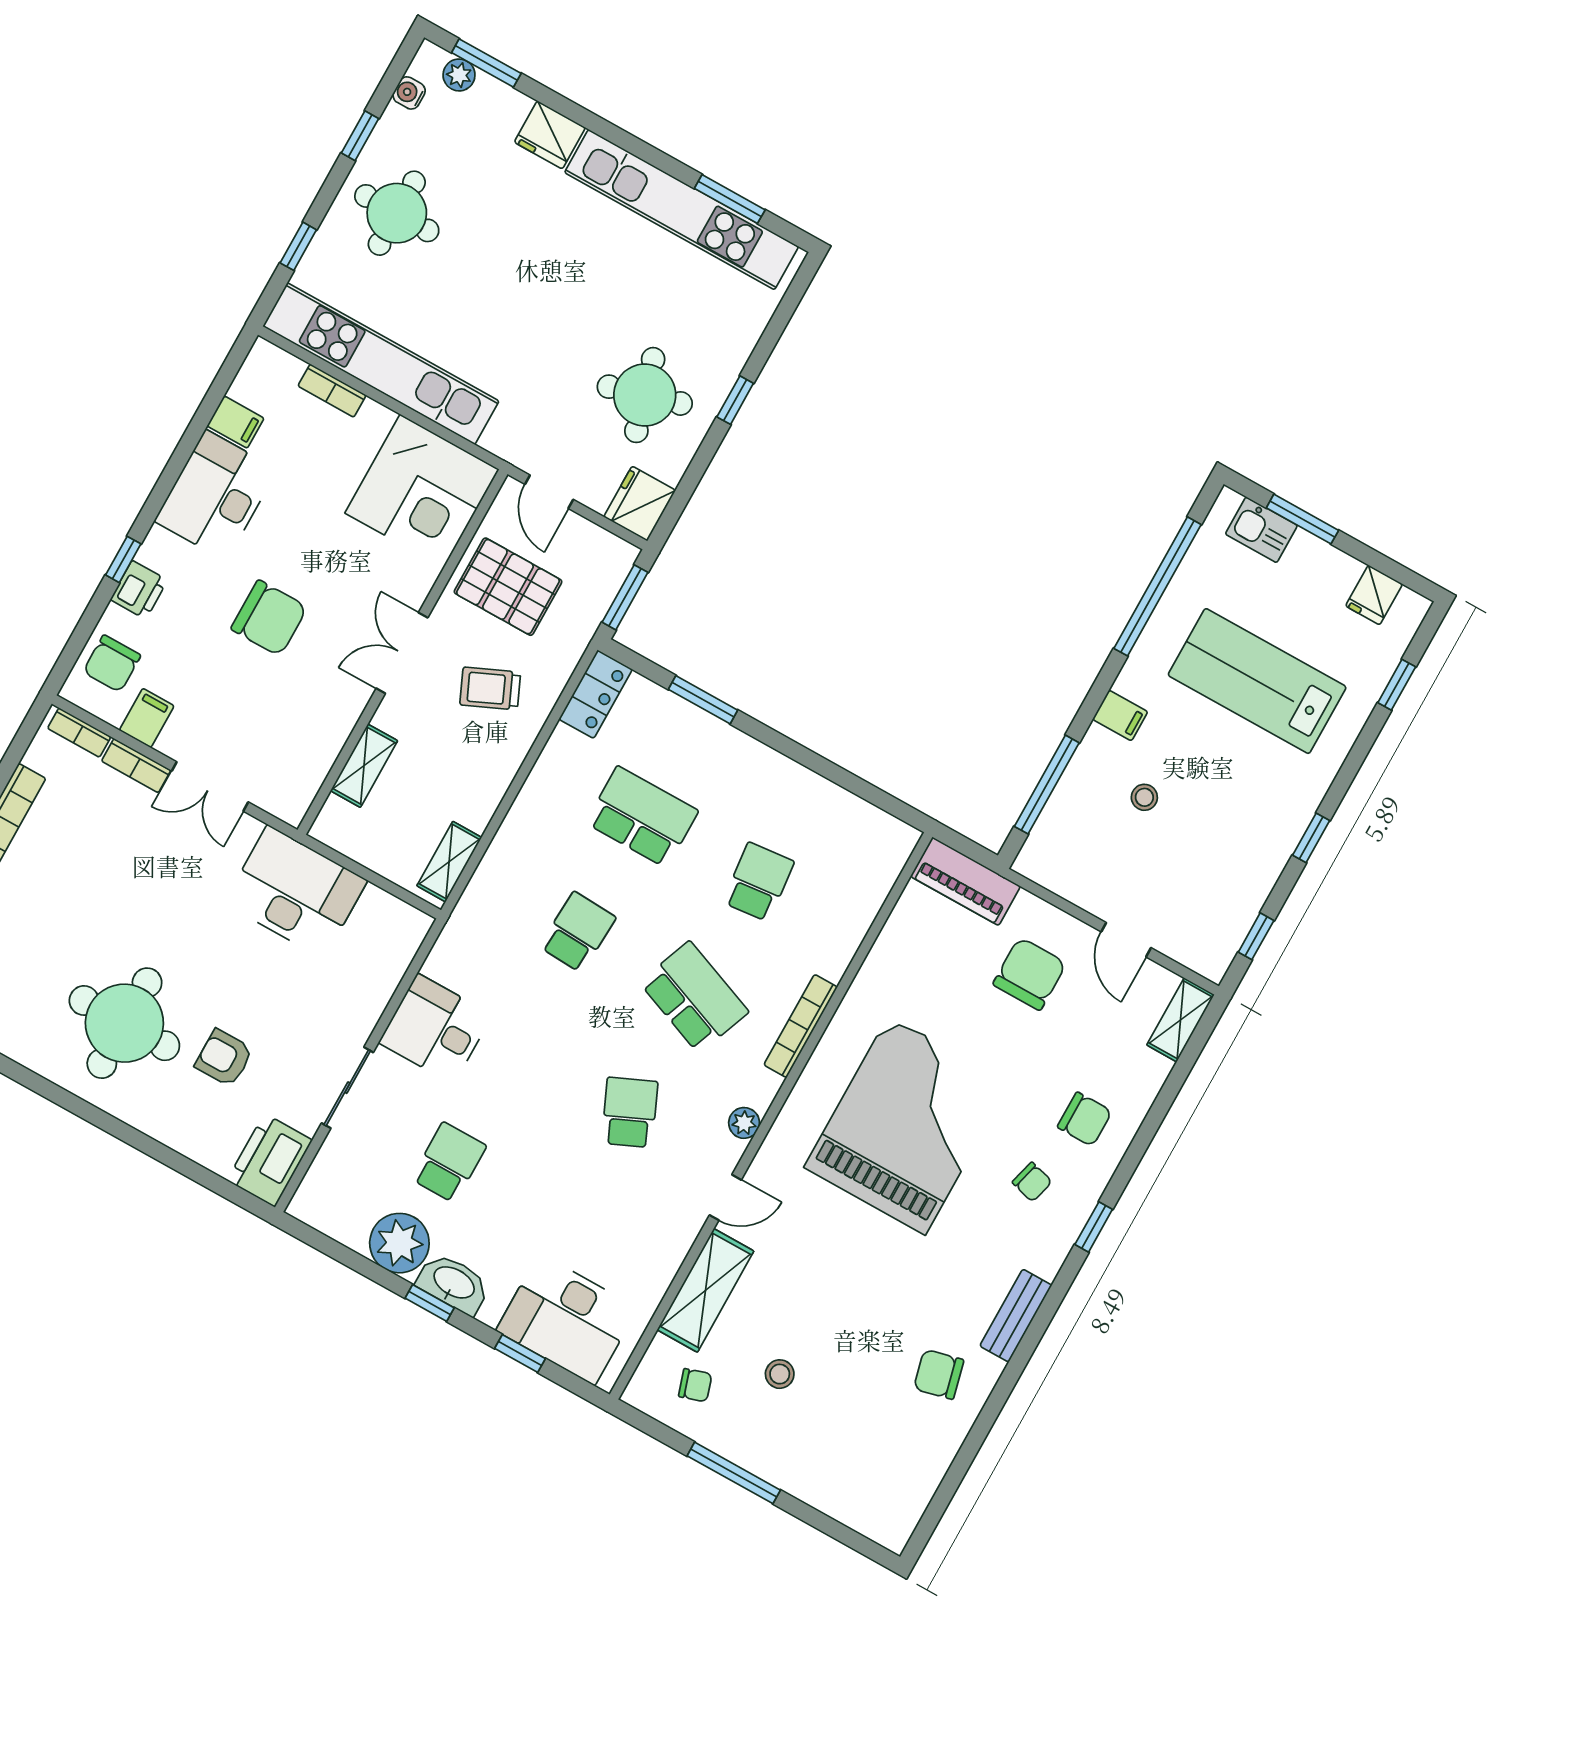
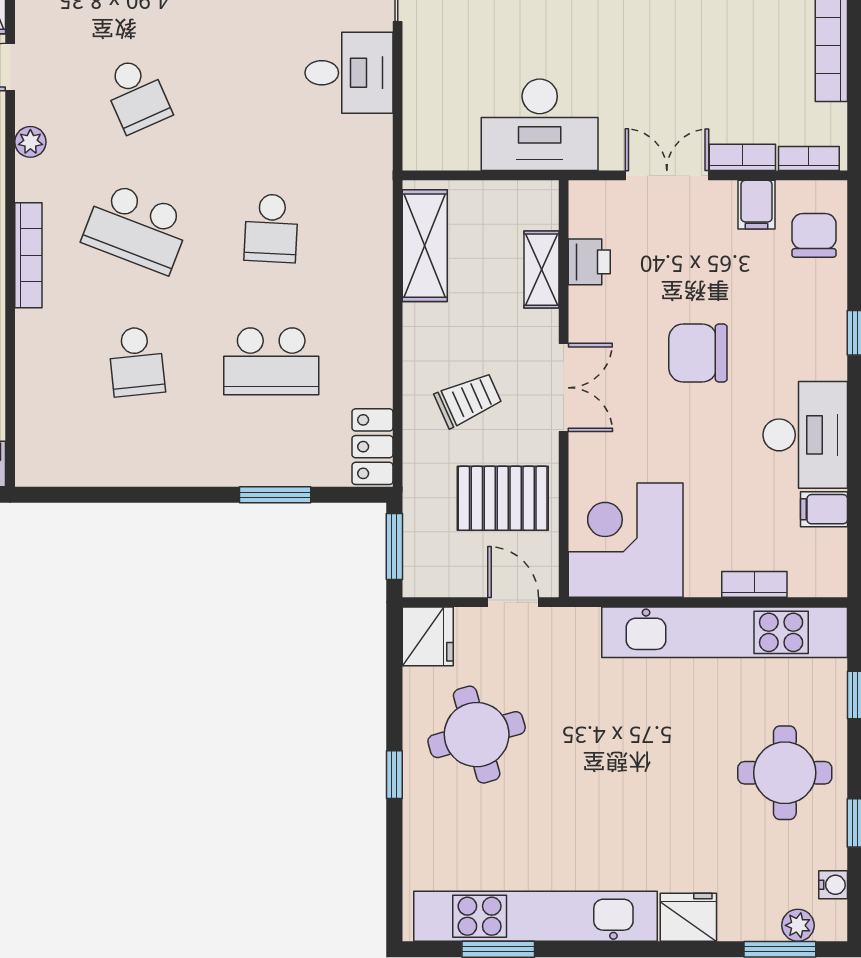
printer: (139, 590) -> (589, 262), moved, turned 180
shelving: (449, 862) -> (425, 246), width x1.50, depth x1.33

